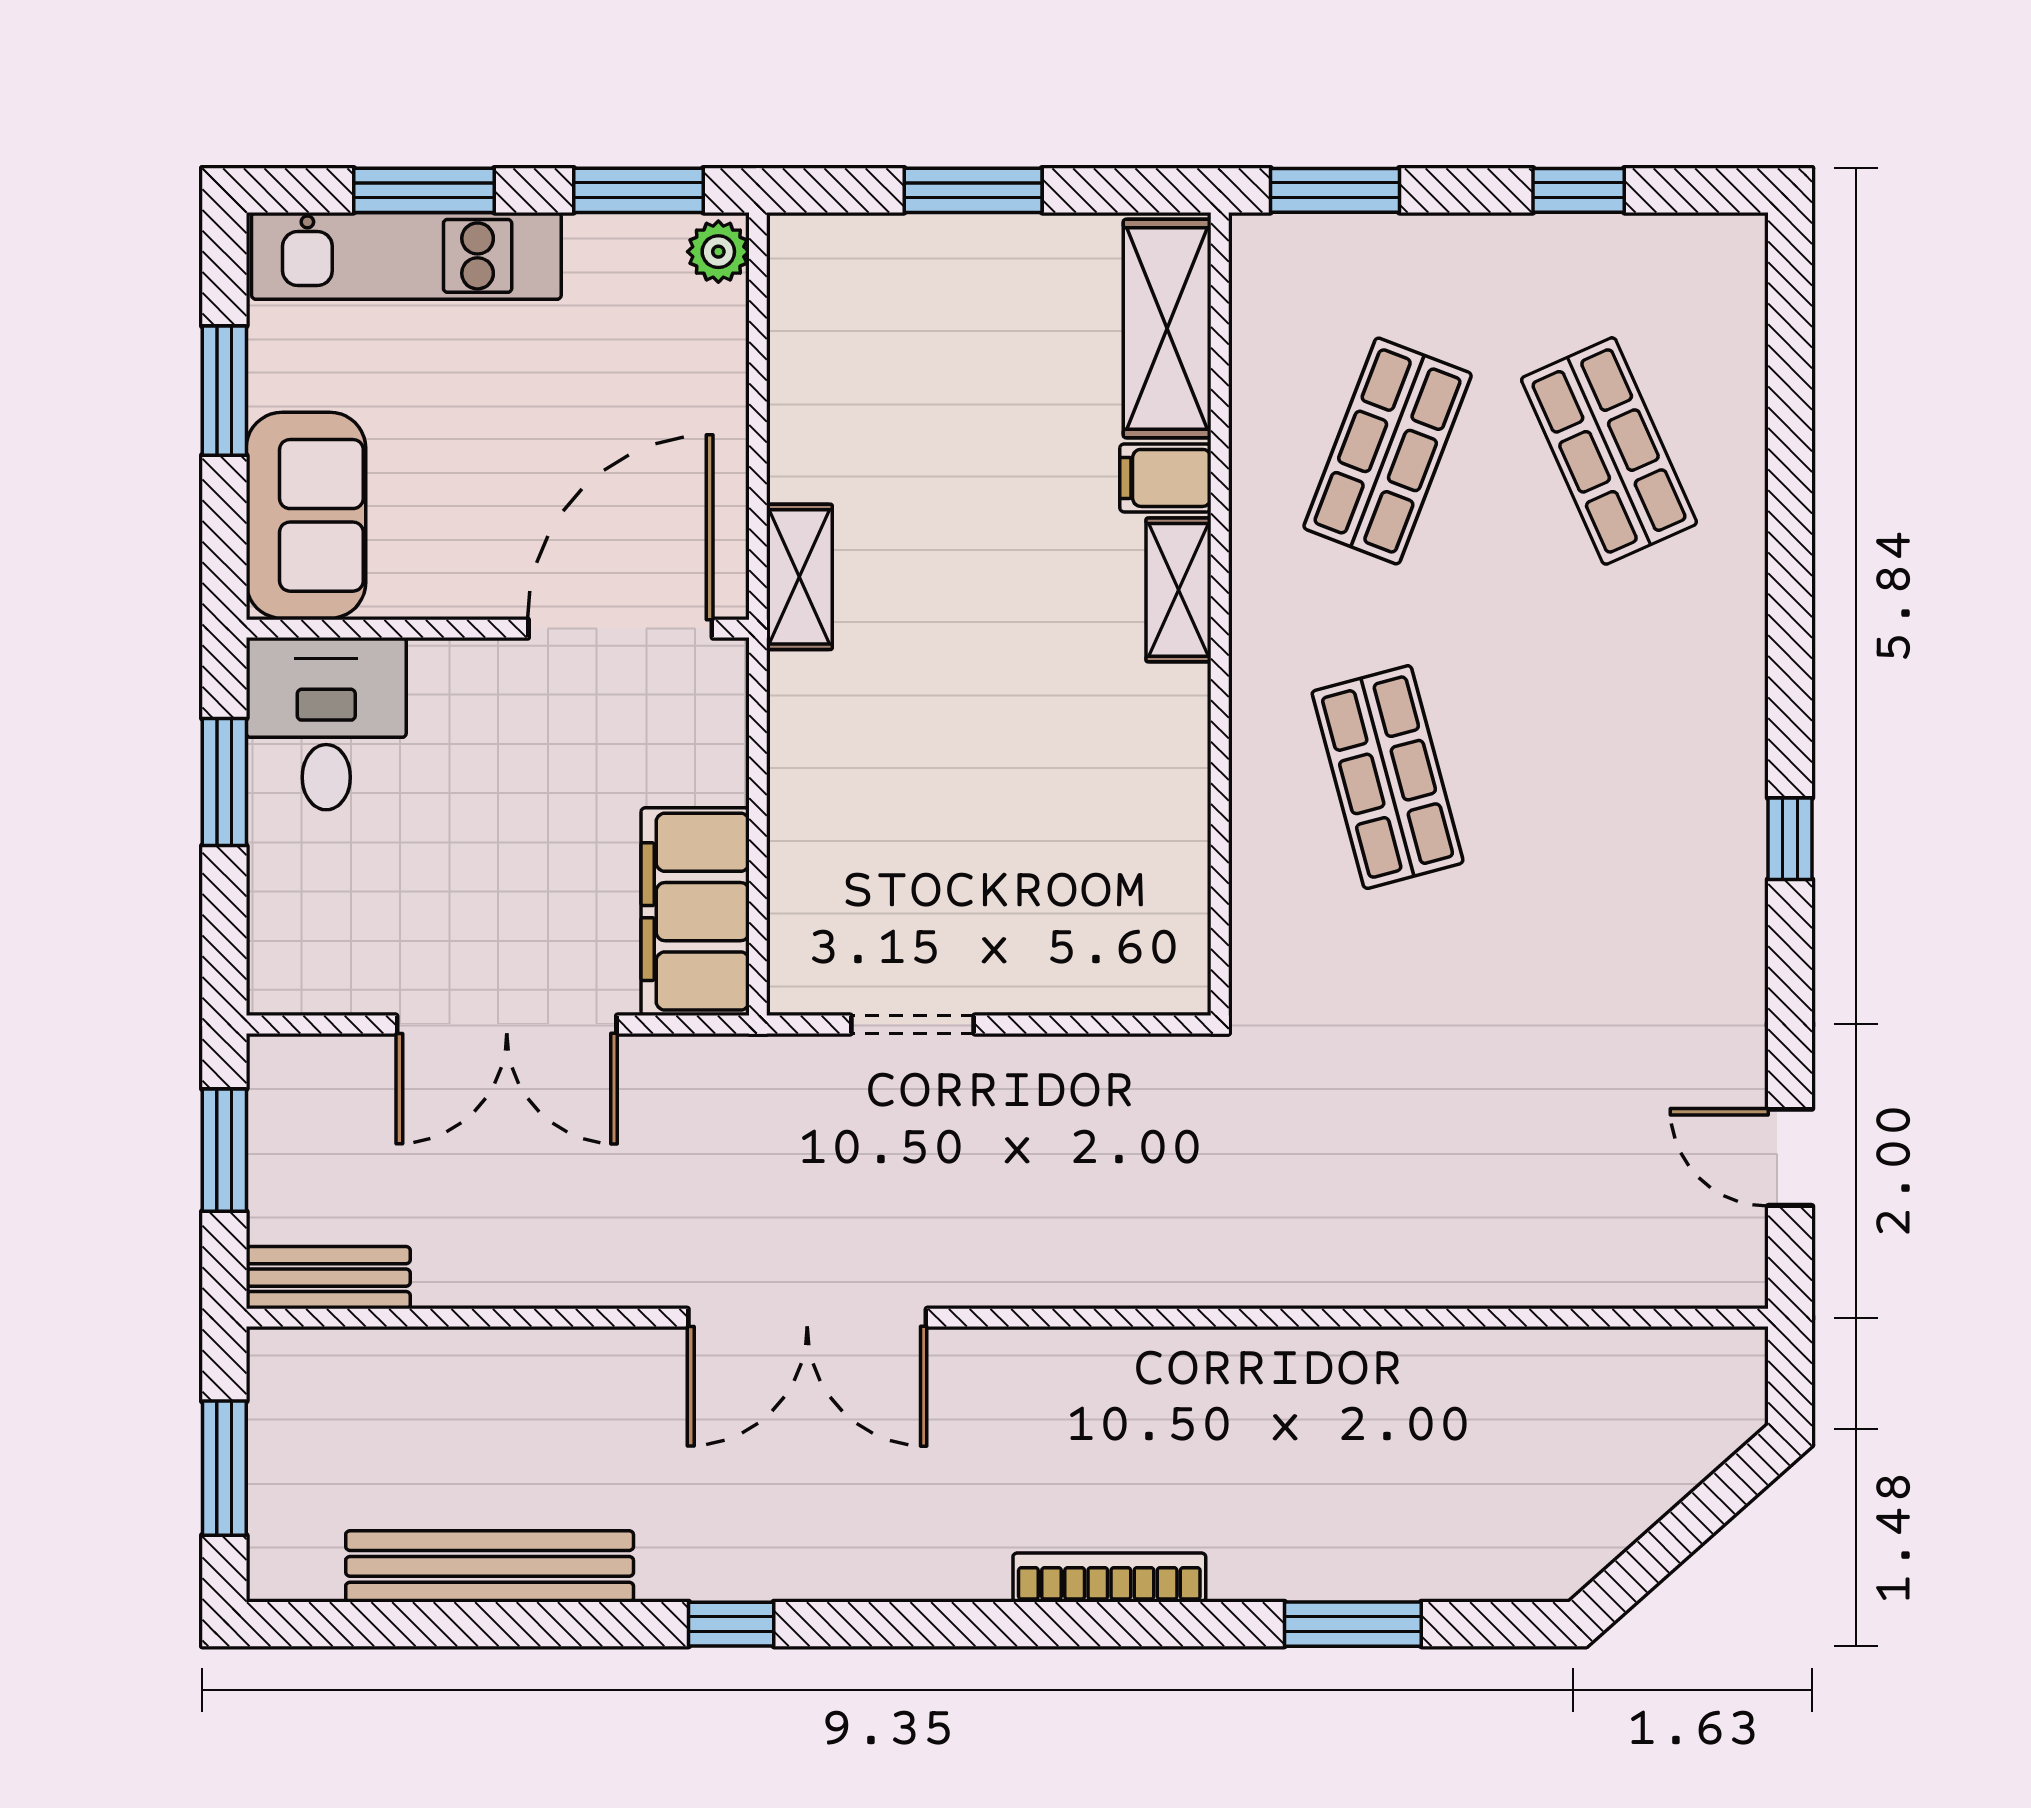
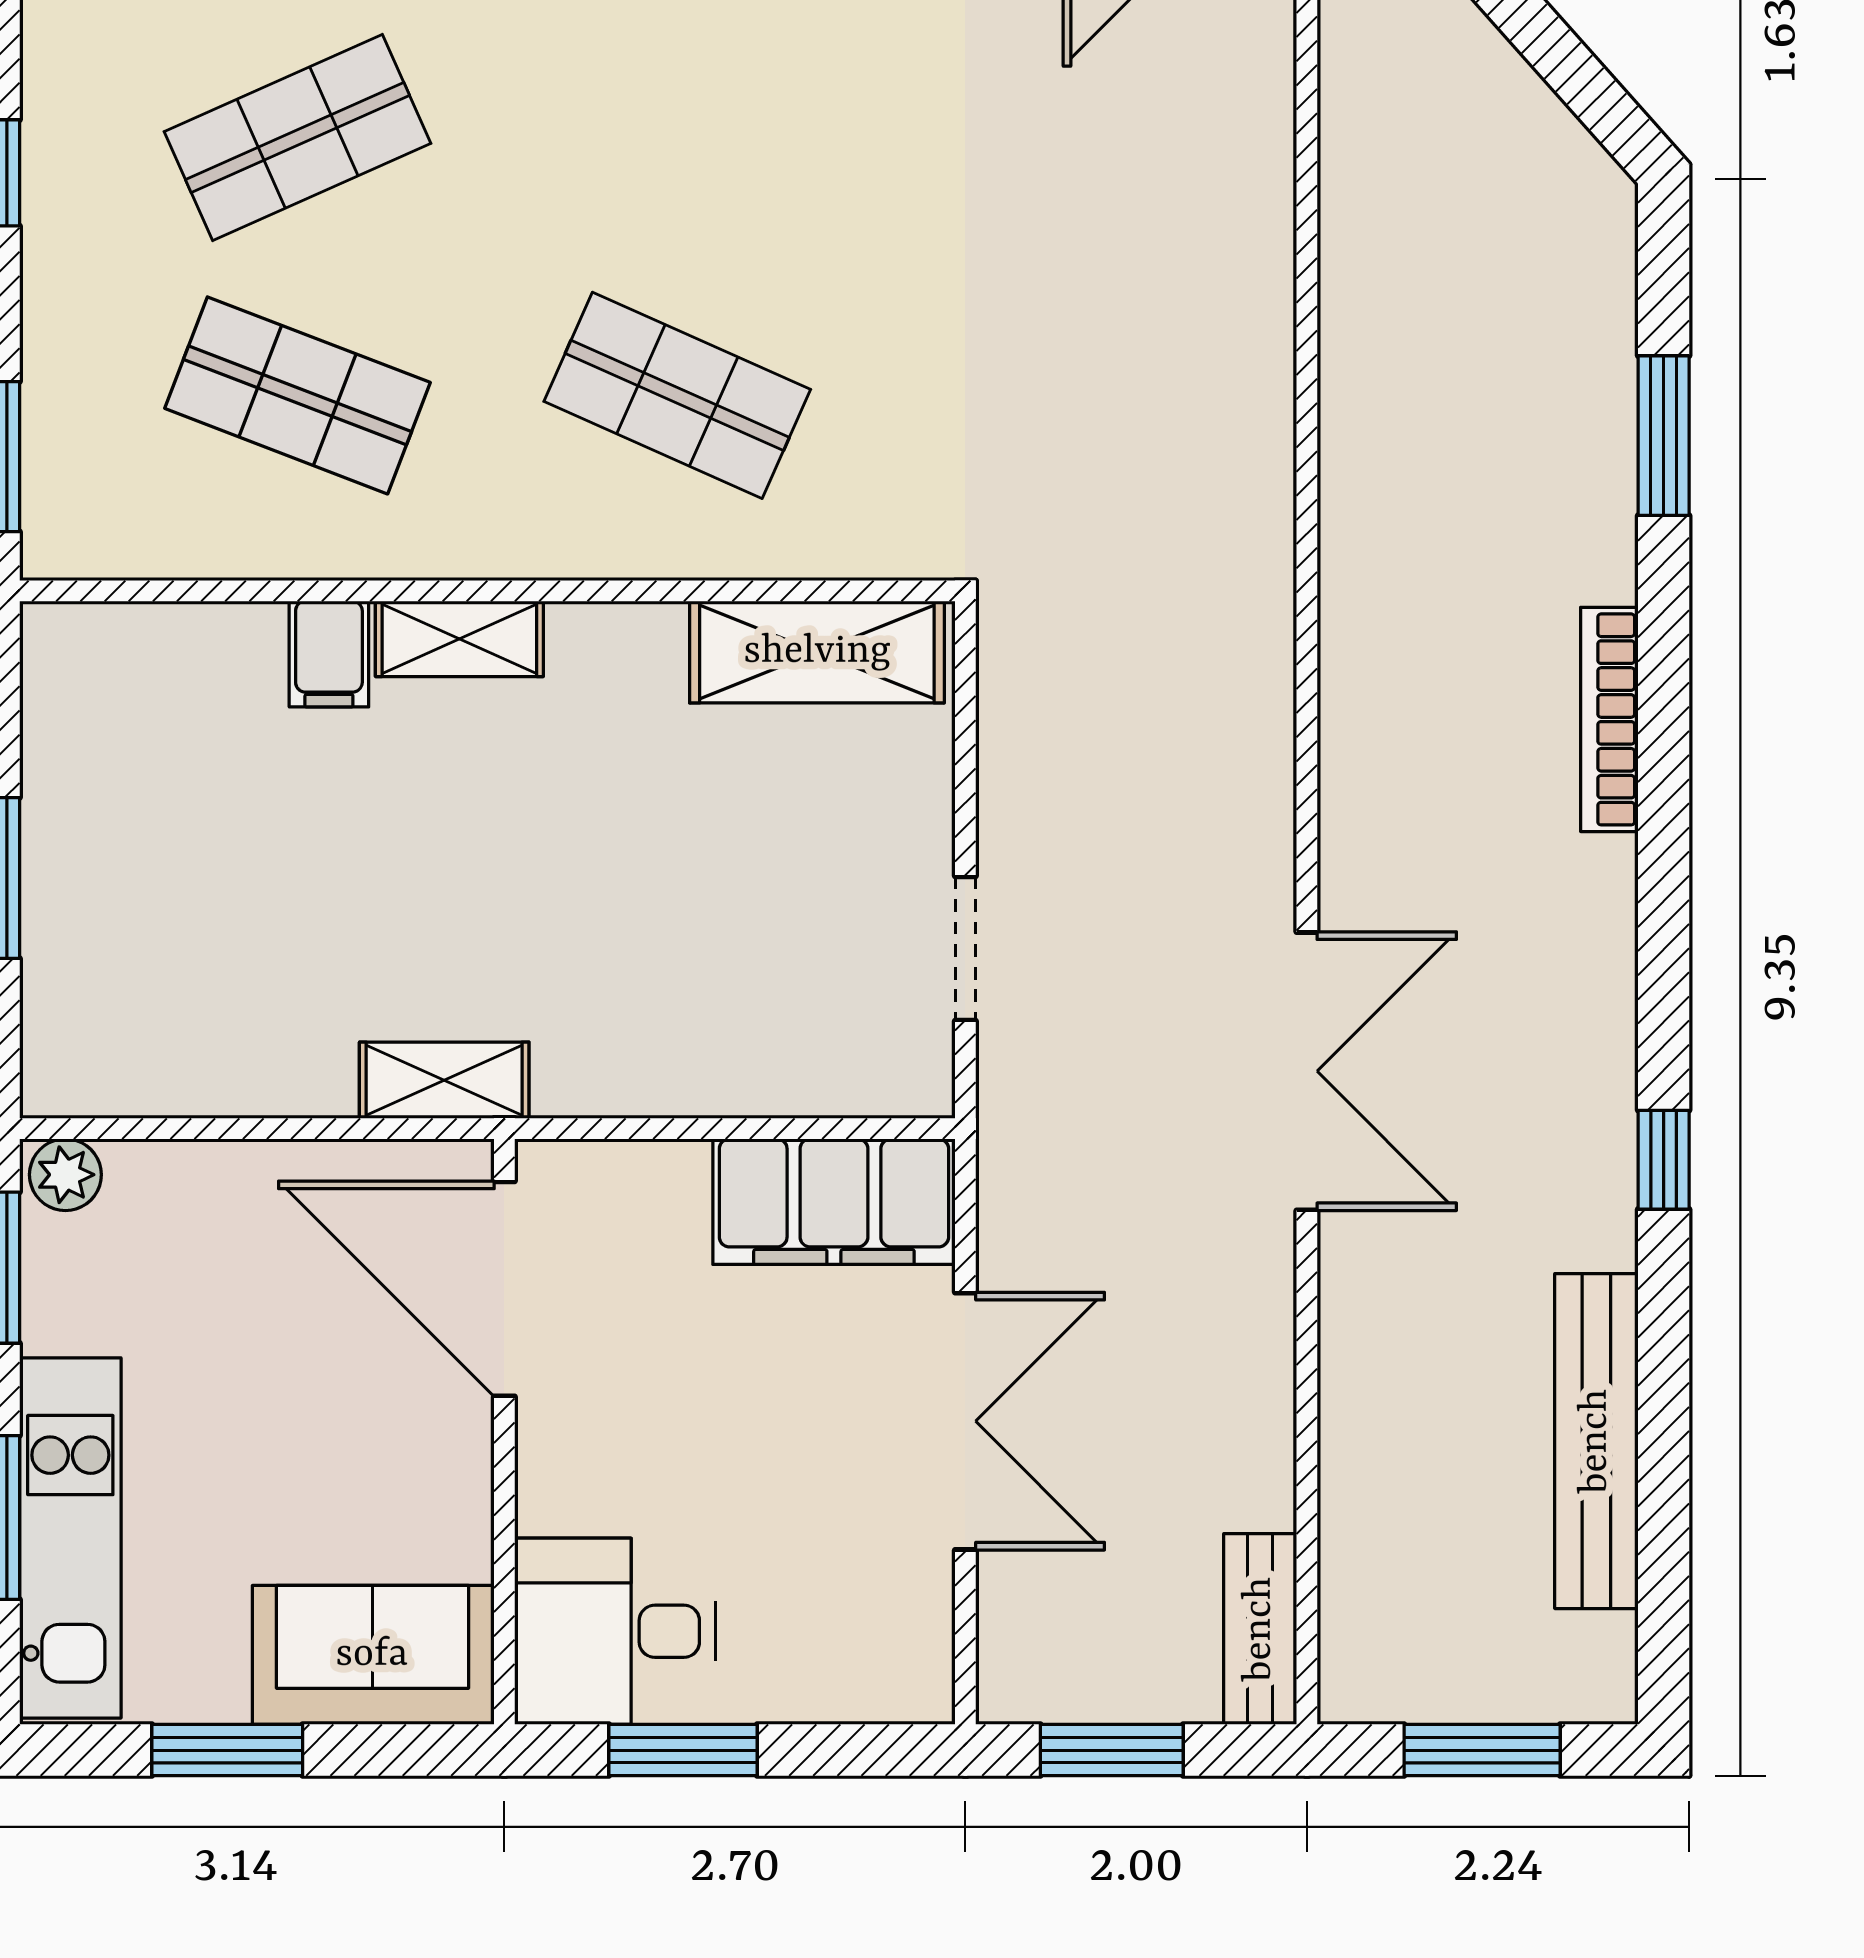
shelving: (1167, 329) -> (817, 652), moved
shop shelf: (1388, 777) -> (677, 395), turned 39

